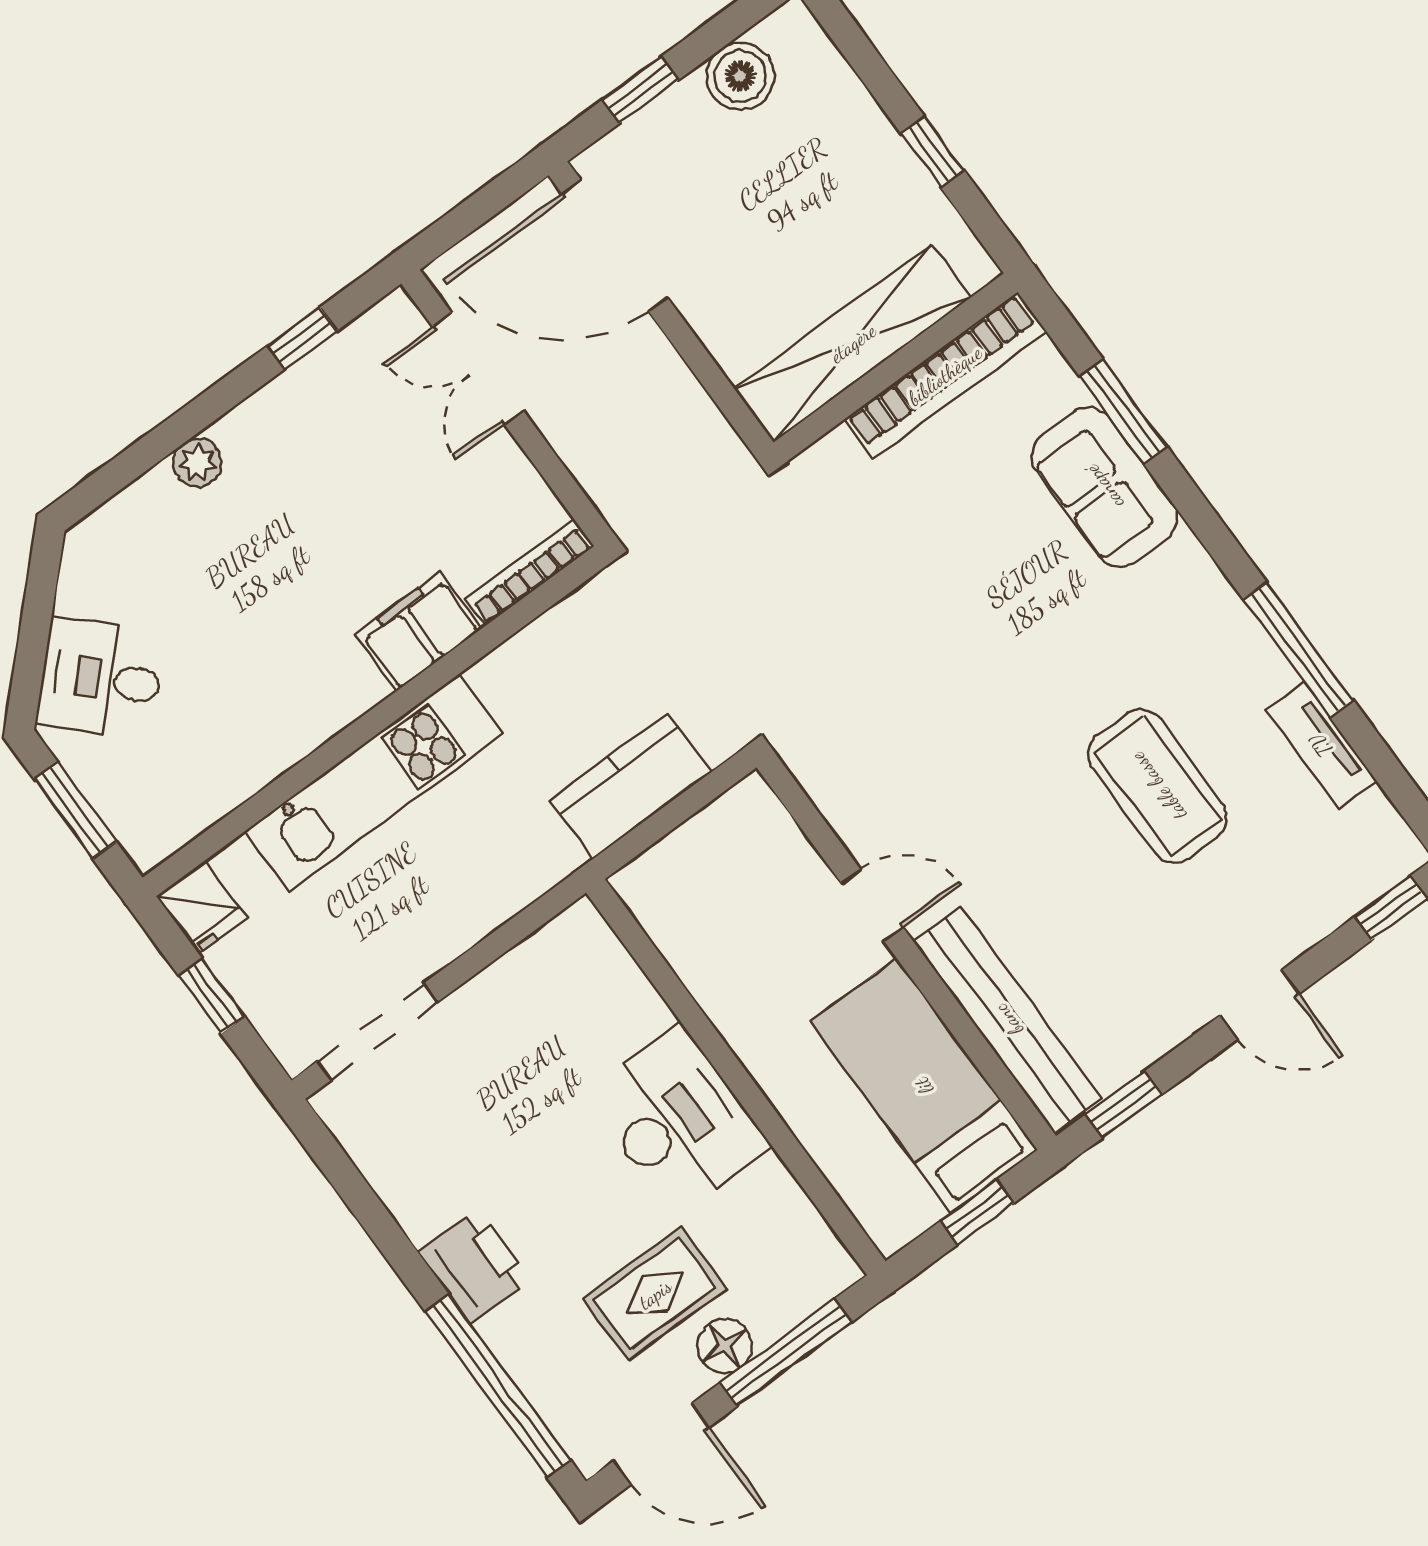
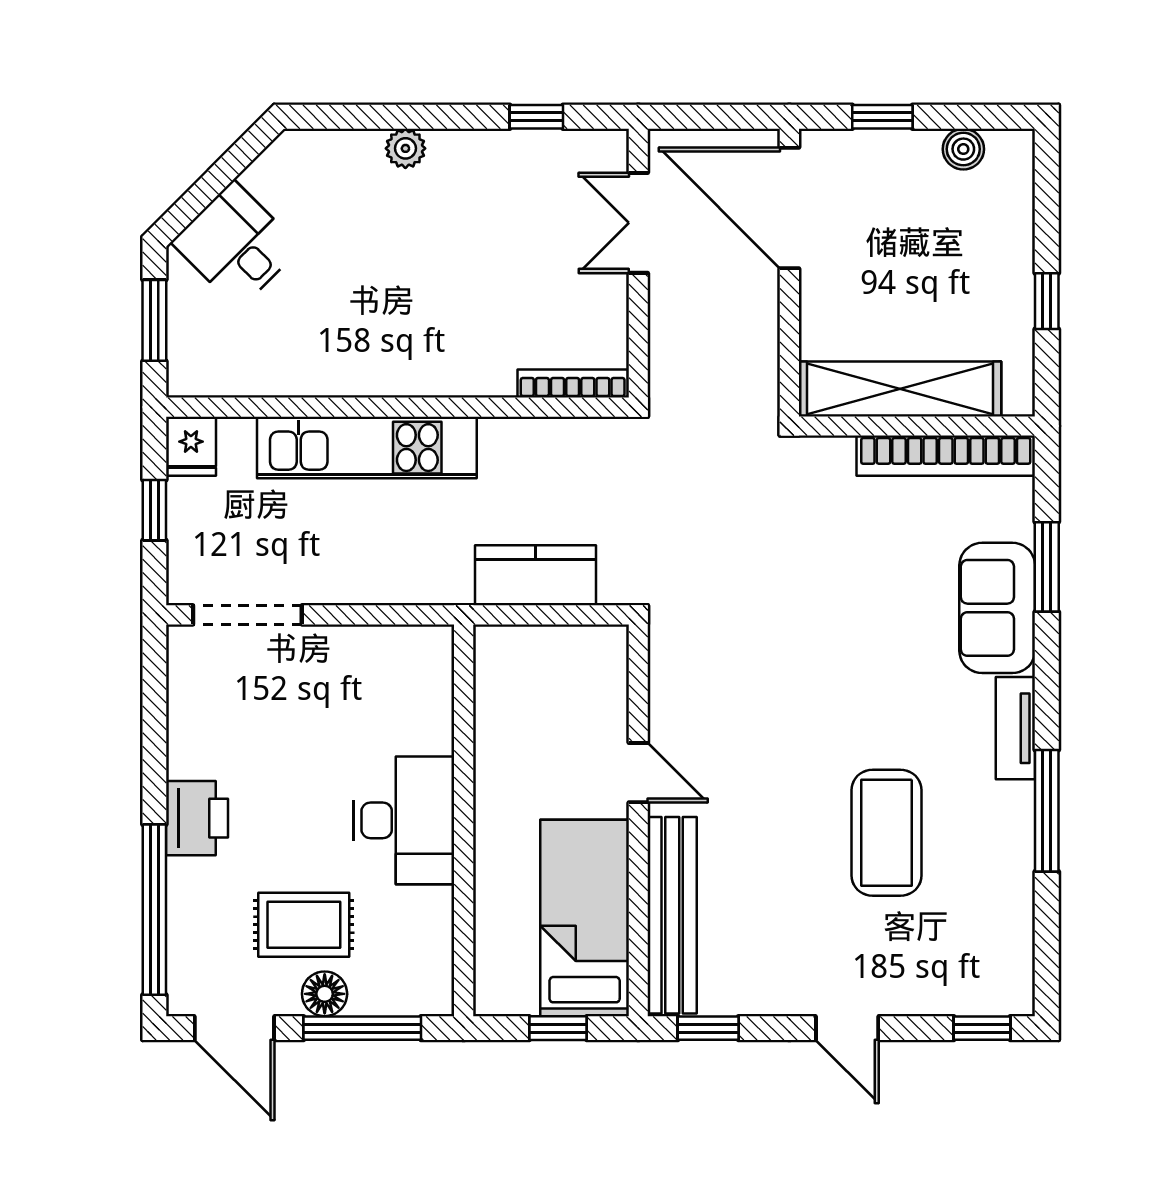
boiler: (740, 76) -> (963, 149), width x0.73, depth x0.73
filing cabinet: (418, 631) -> (470, 369), removed
tv unit: (1321, 745) -> (1015, 728), moved

